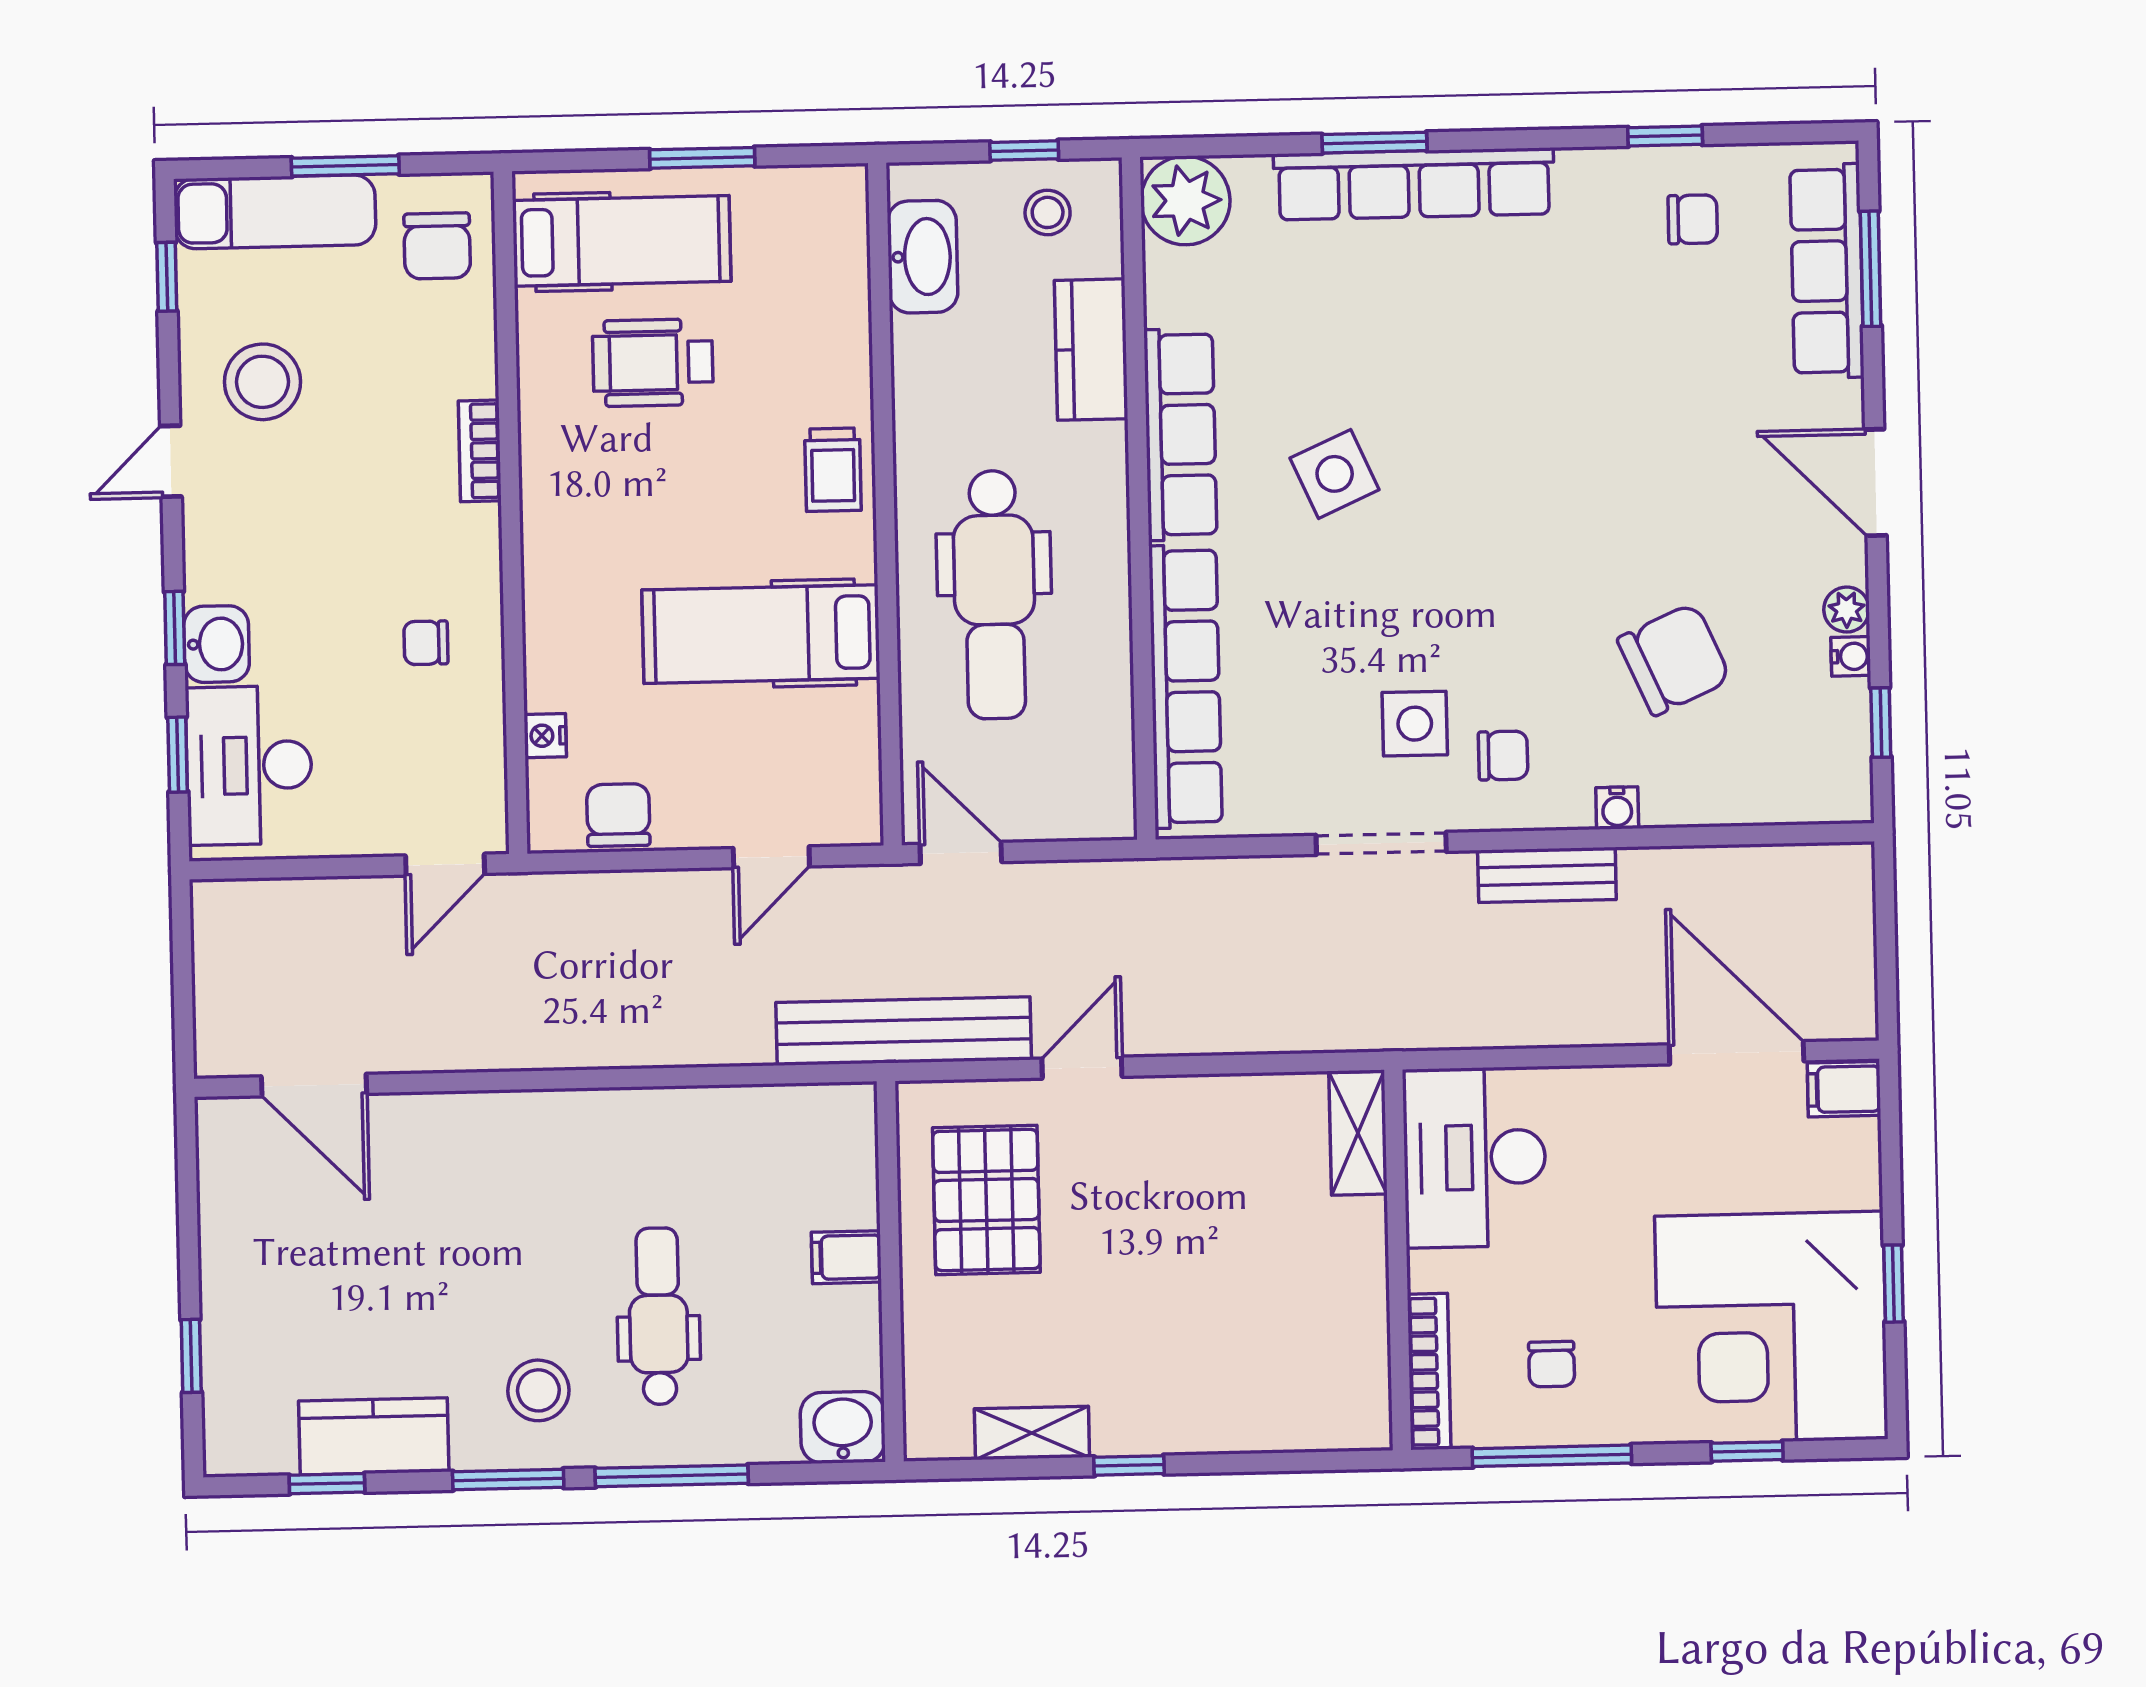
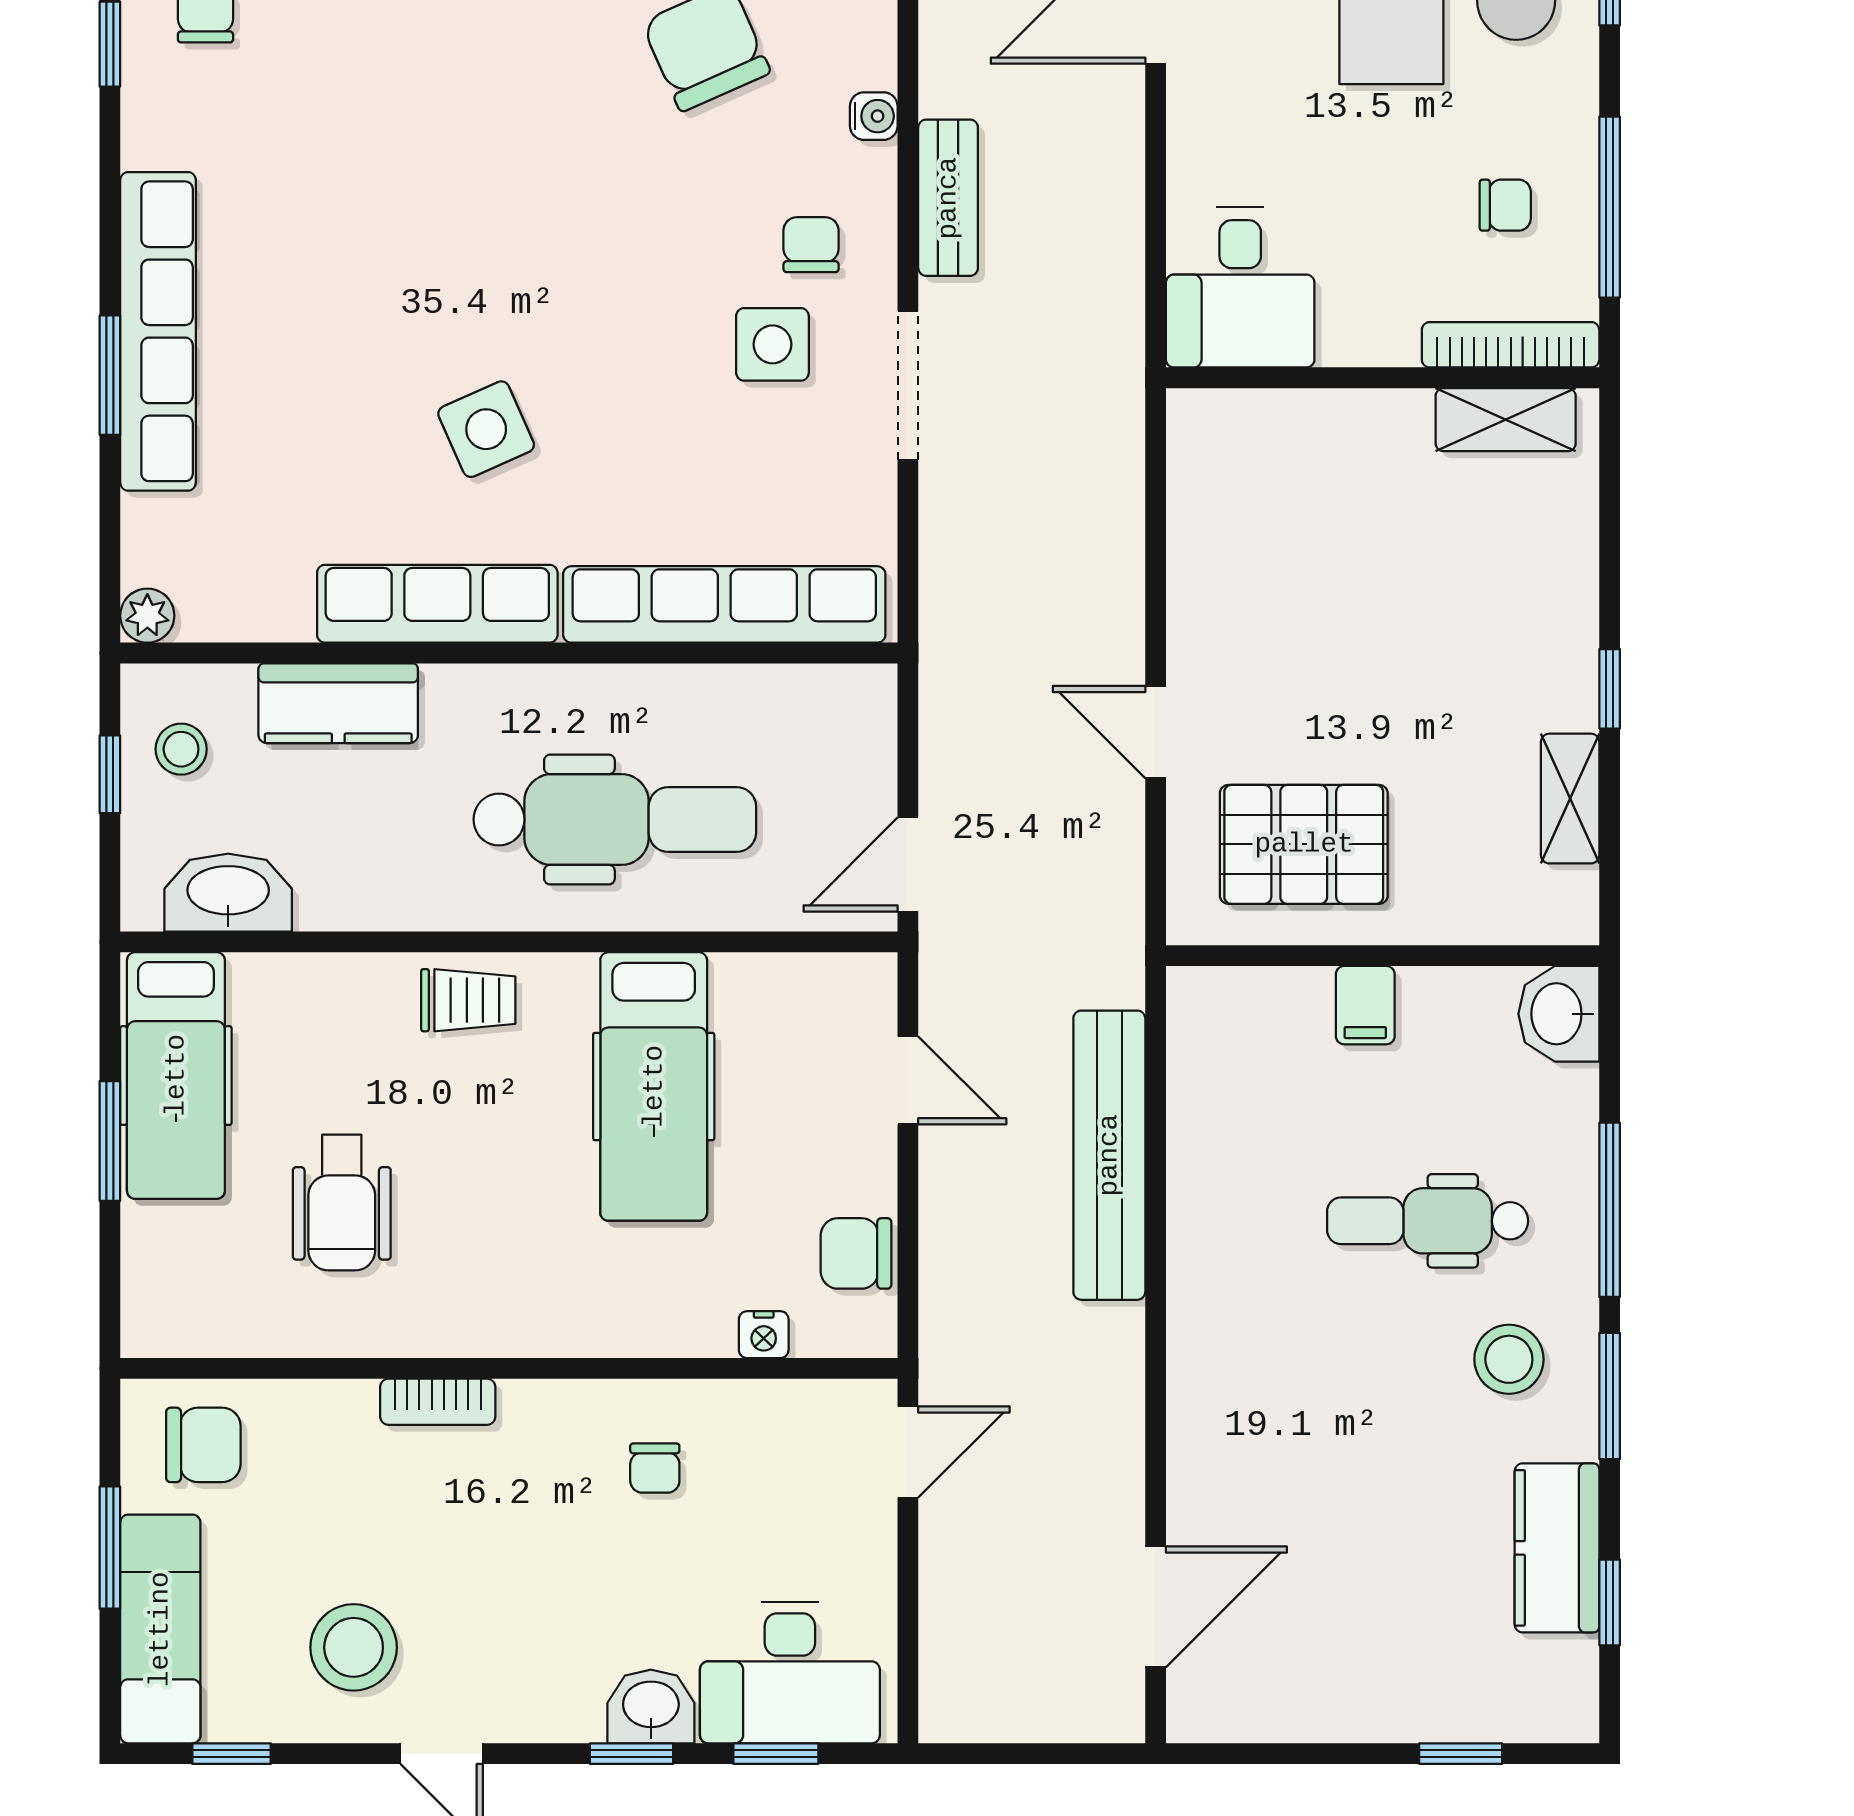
plant: (1185, 200) -> (147, 616), width x0.53, depth x0.53
hospital bed: (622, 241) -> (176, 1075), moved, turned 180
door: (445, 865) -> (908, 1452), hinge flipped
bench: (904, 1031) -> (1109, 1155), moved
shelving: (1358, 1133) -> (1506, 420), moved
desk: (1475, 1157) -> (1240, 287), width x0.73

